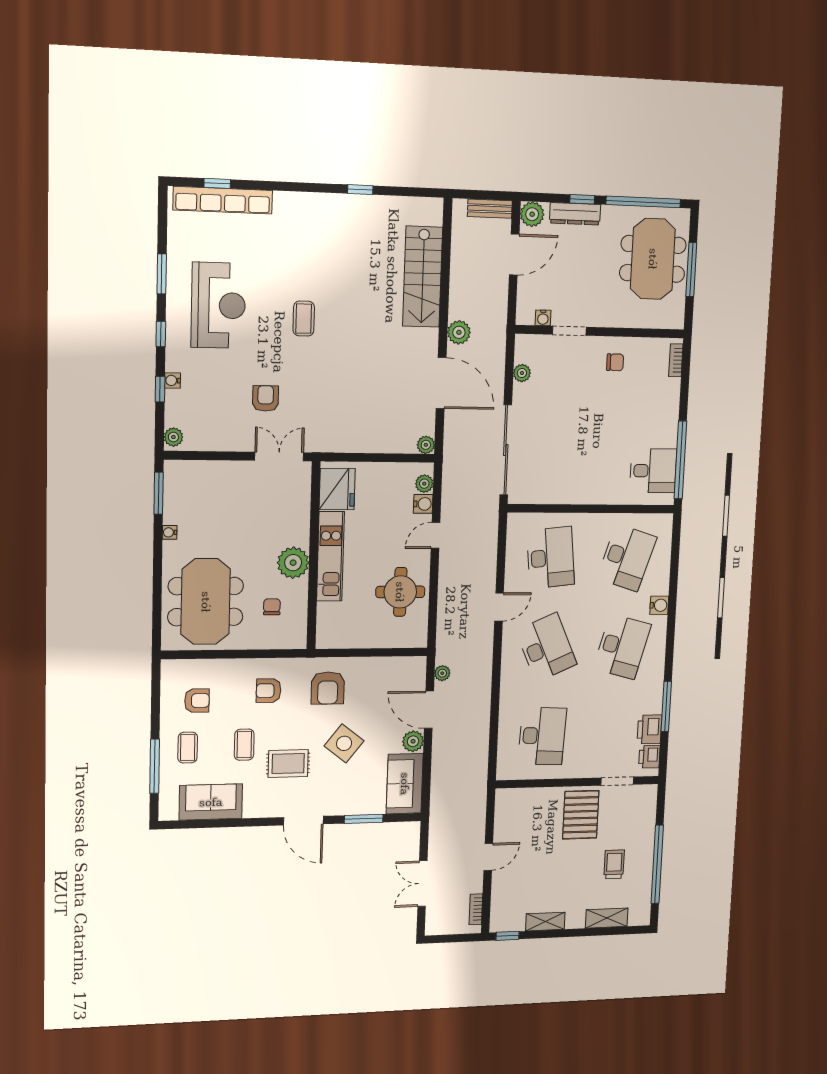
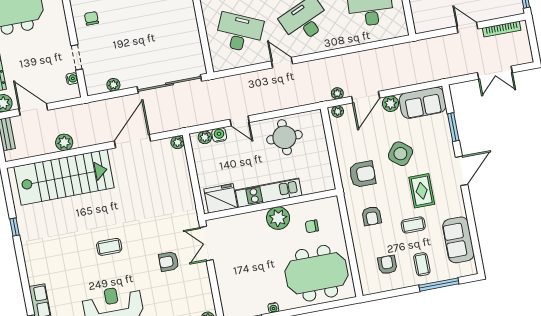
stairs: (423, 277) -> (64, 177), width x1.36, depth x1.51
plant: (459, 332) -> (64, 142), moved
desk: (551, 558) -> (239, 33), turned 30
plant: (418, 669) -> (338, 111), added
coffee table: (188, 748) -> (422, 264), turned 90
bookcase: (476, 909) -> (502, 29), width x1.56

